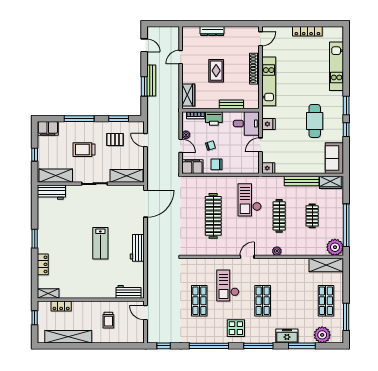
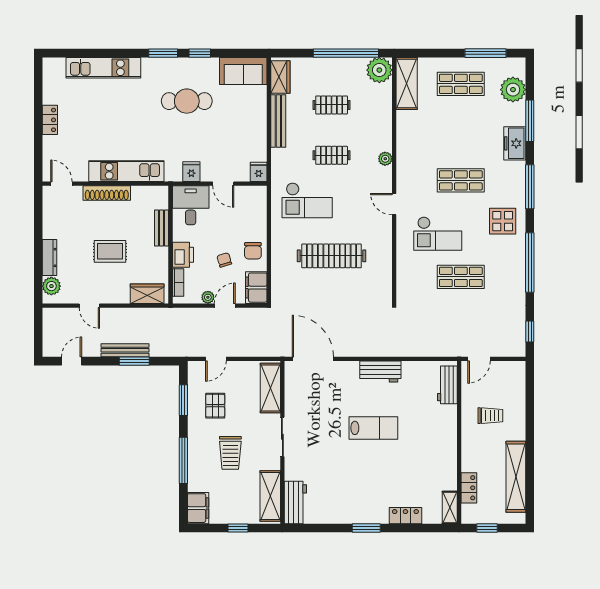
locker: (307, 31) -> (50, 120), width x0.66
plant: (193, 32) -> (51, 286), added
clothes rail: (279, 216) -> (332, 155), width x0.73

